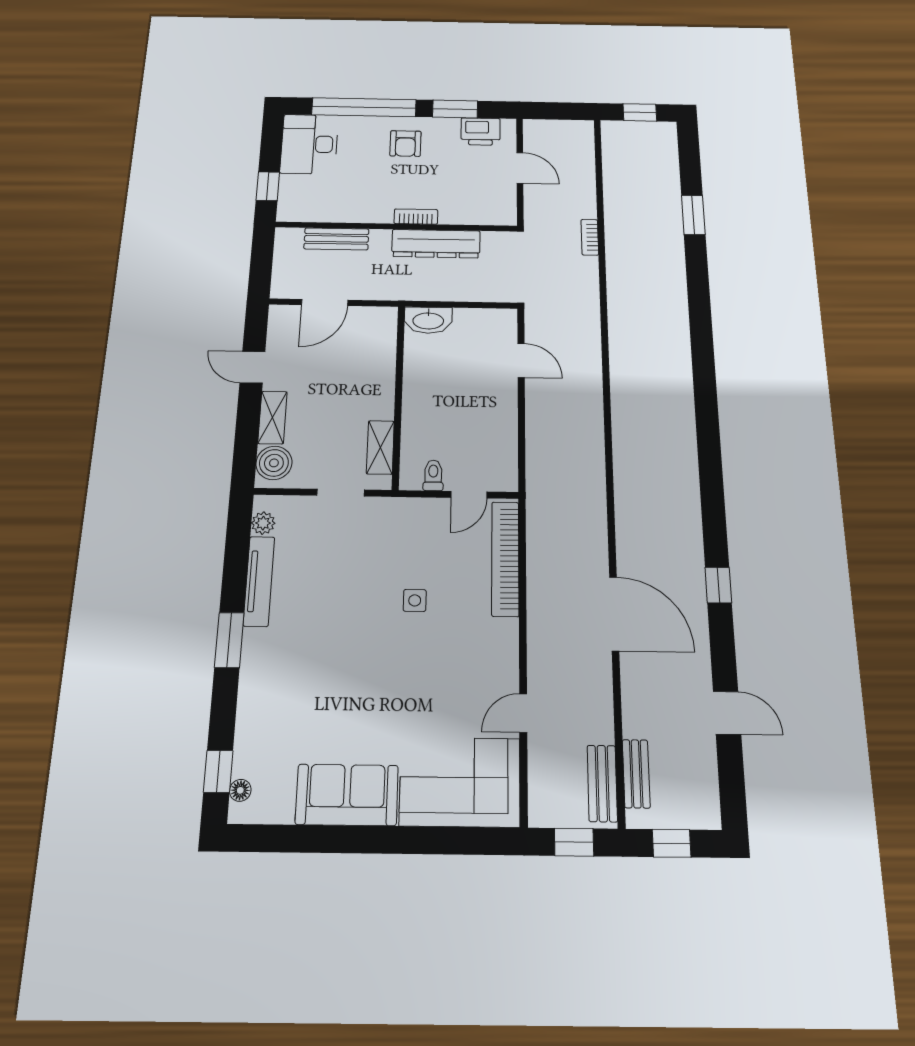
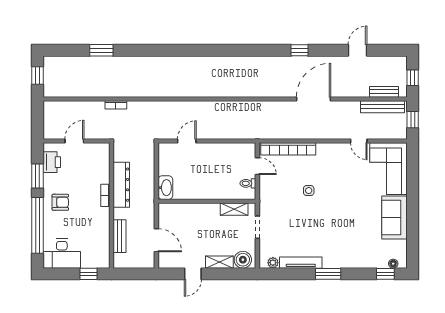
bench: (602, 783) -> (383, 107), width x1.36

